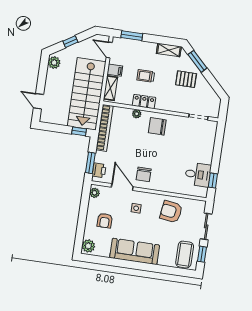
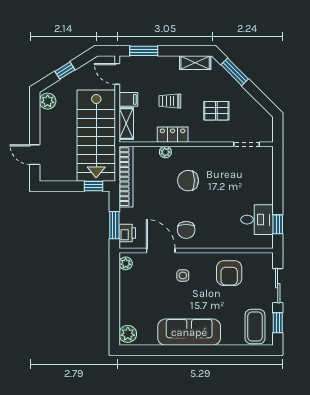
pallet: (186, 79) -> (216, 111), moved
chair: (157, 126) -> (188, 181), moved
armchair: (171, 212) -> (229, 273), turned -98
armchair: (105, 221) -> (144, 298), removed

